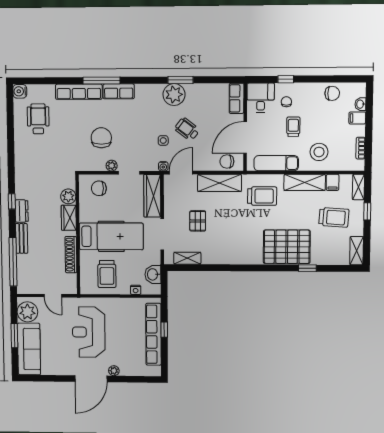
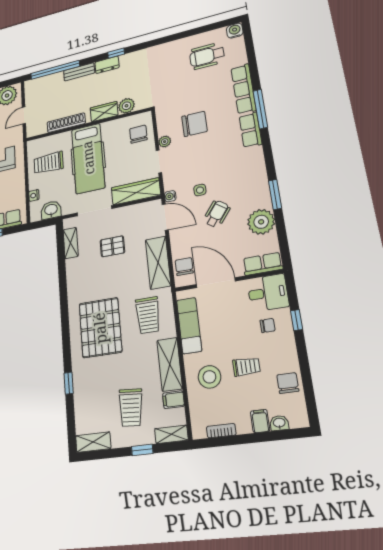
chair: (332, 93) -> (288, 383), turned 180
plant: (174, 95) -> (261, 222), moved
wheelchair: (38, 119) -> (207, 56), turned 180
trolley: (293, 127) -> (246, 367), moved
pallet: (287, 247) -> (100, 328), moved

